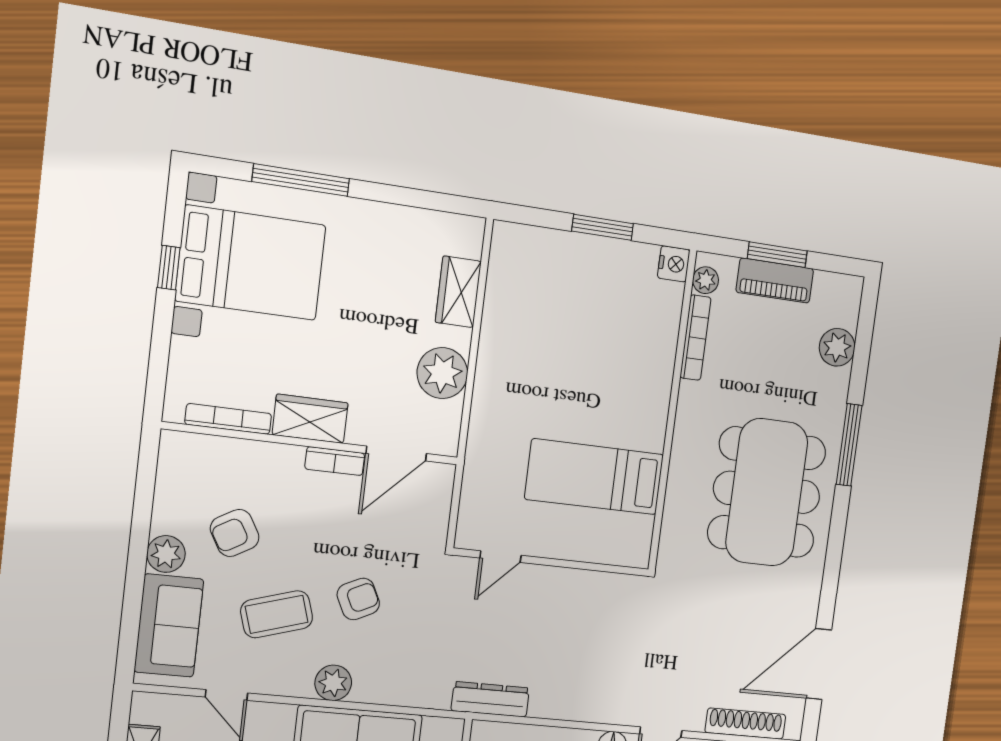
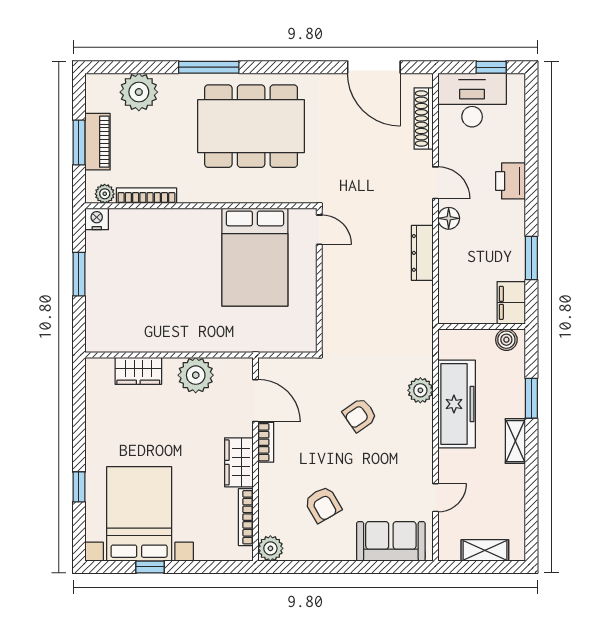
window: (301, 180) -> (79, 487), width x0.46
plant: (837, 347) -> (139, 92), width x1.36, depth x1.36
bed: (594, 477) -> (255, 257), width x1.50
plant: (166, 554) -> (270, 548), moved
door: (501, 557) -> (319, 230), moved
armchair: (358, 599) -> (360, 415), turned -99
coffee table: (277, 614) -> (376, 470), removed
plant: (333, 683) -> (420, 390), moved
dresser: (490, 699) -> (422, 253), moved

